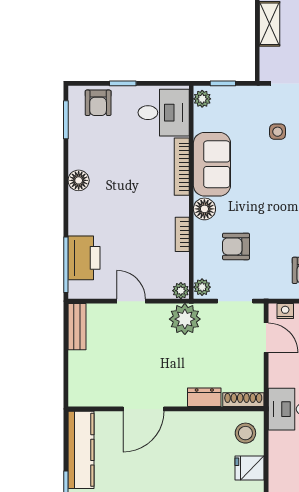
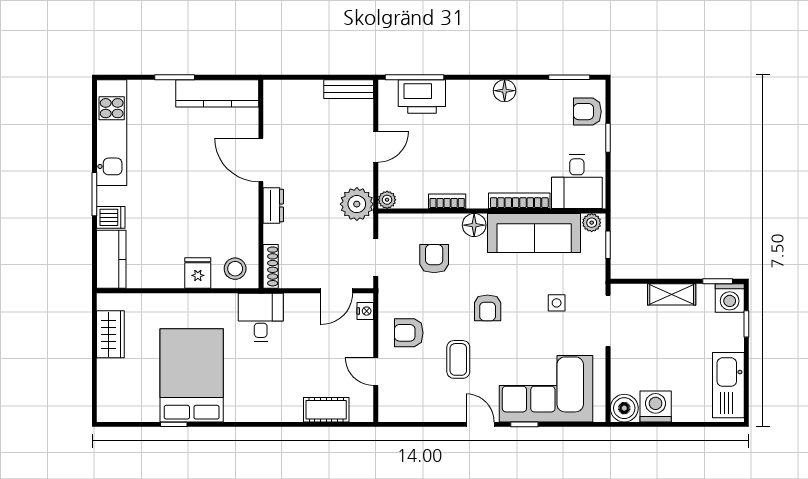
sofa: (212, 164) -> (534, 233), width x1.36
armchair: (282, 196) -> (488, 308), added
plant: (202, 287) -> (391, 222), removed
dresser: (204, 397) -> (273, 205), moved

